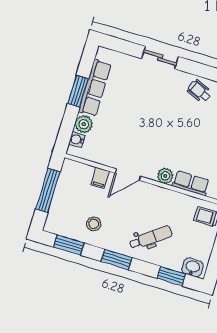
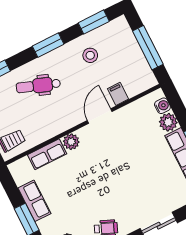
dental chair: (151, 238) -> (38, 86), turned 57

